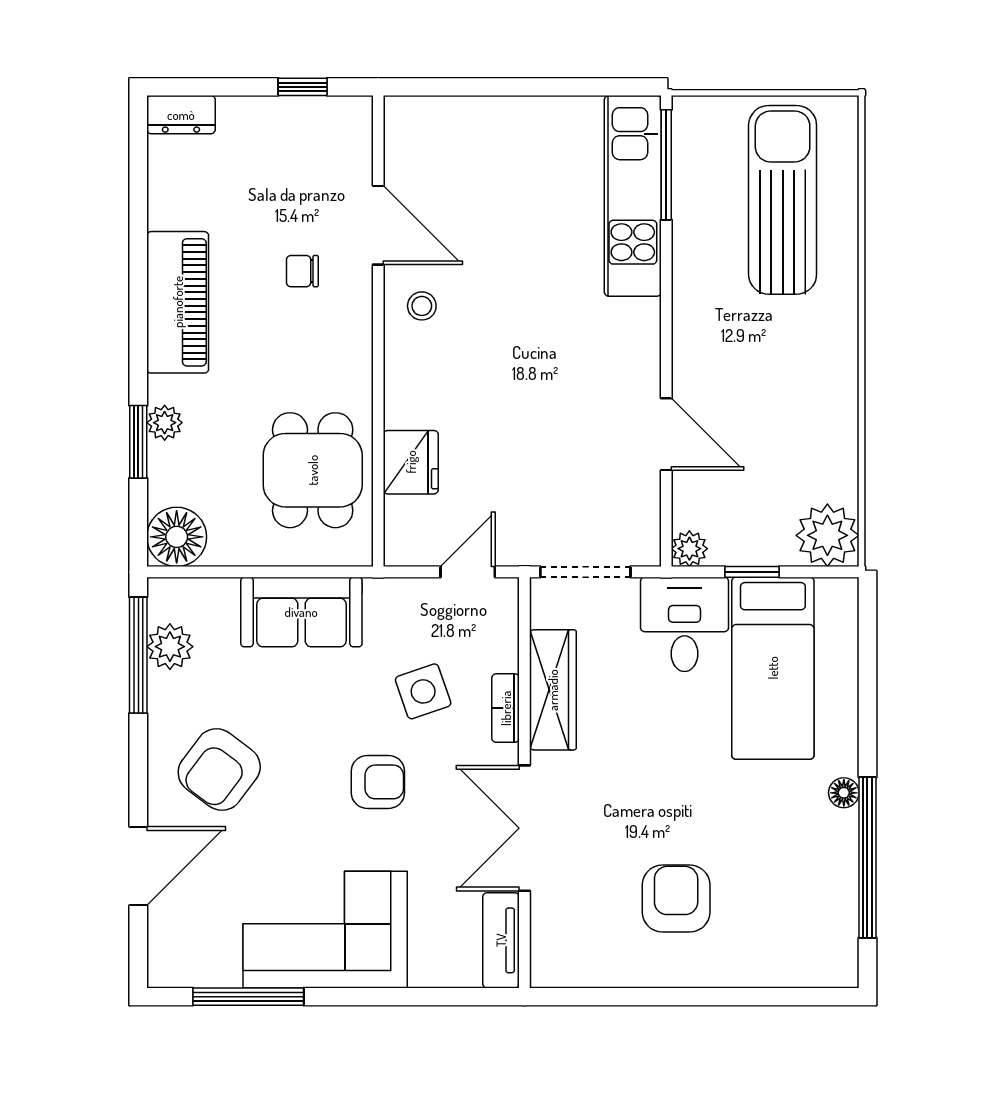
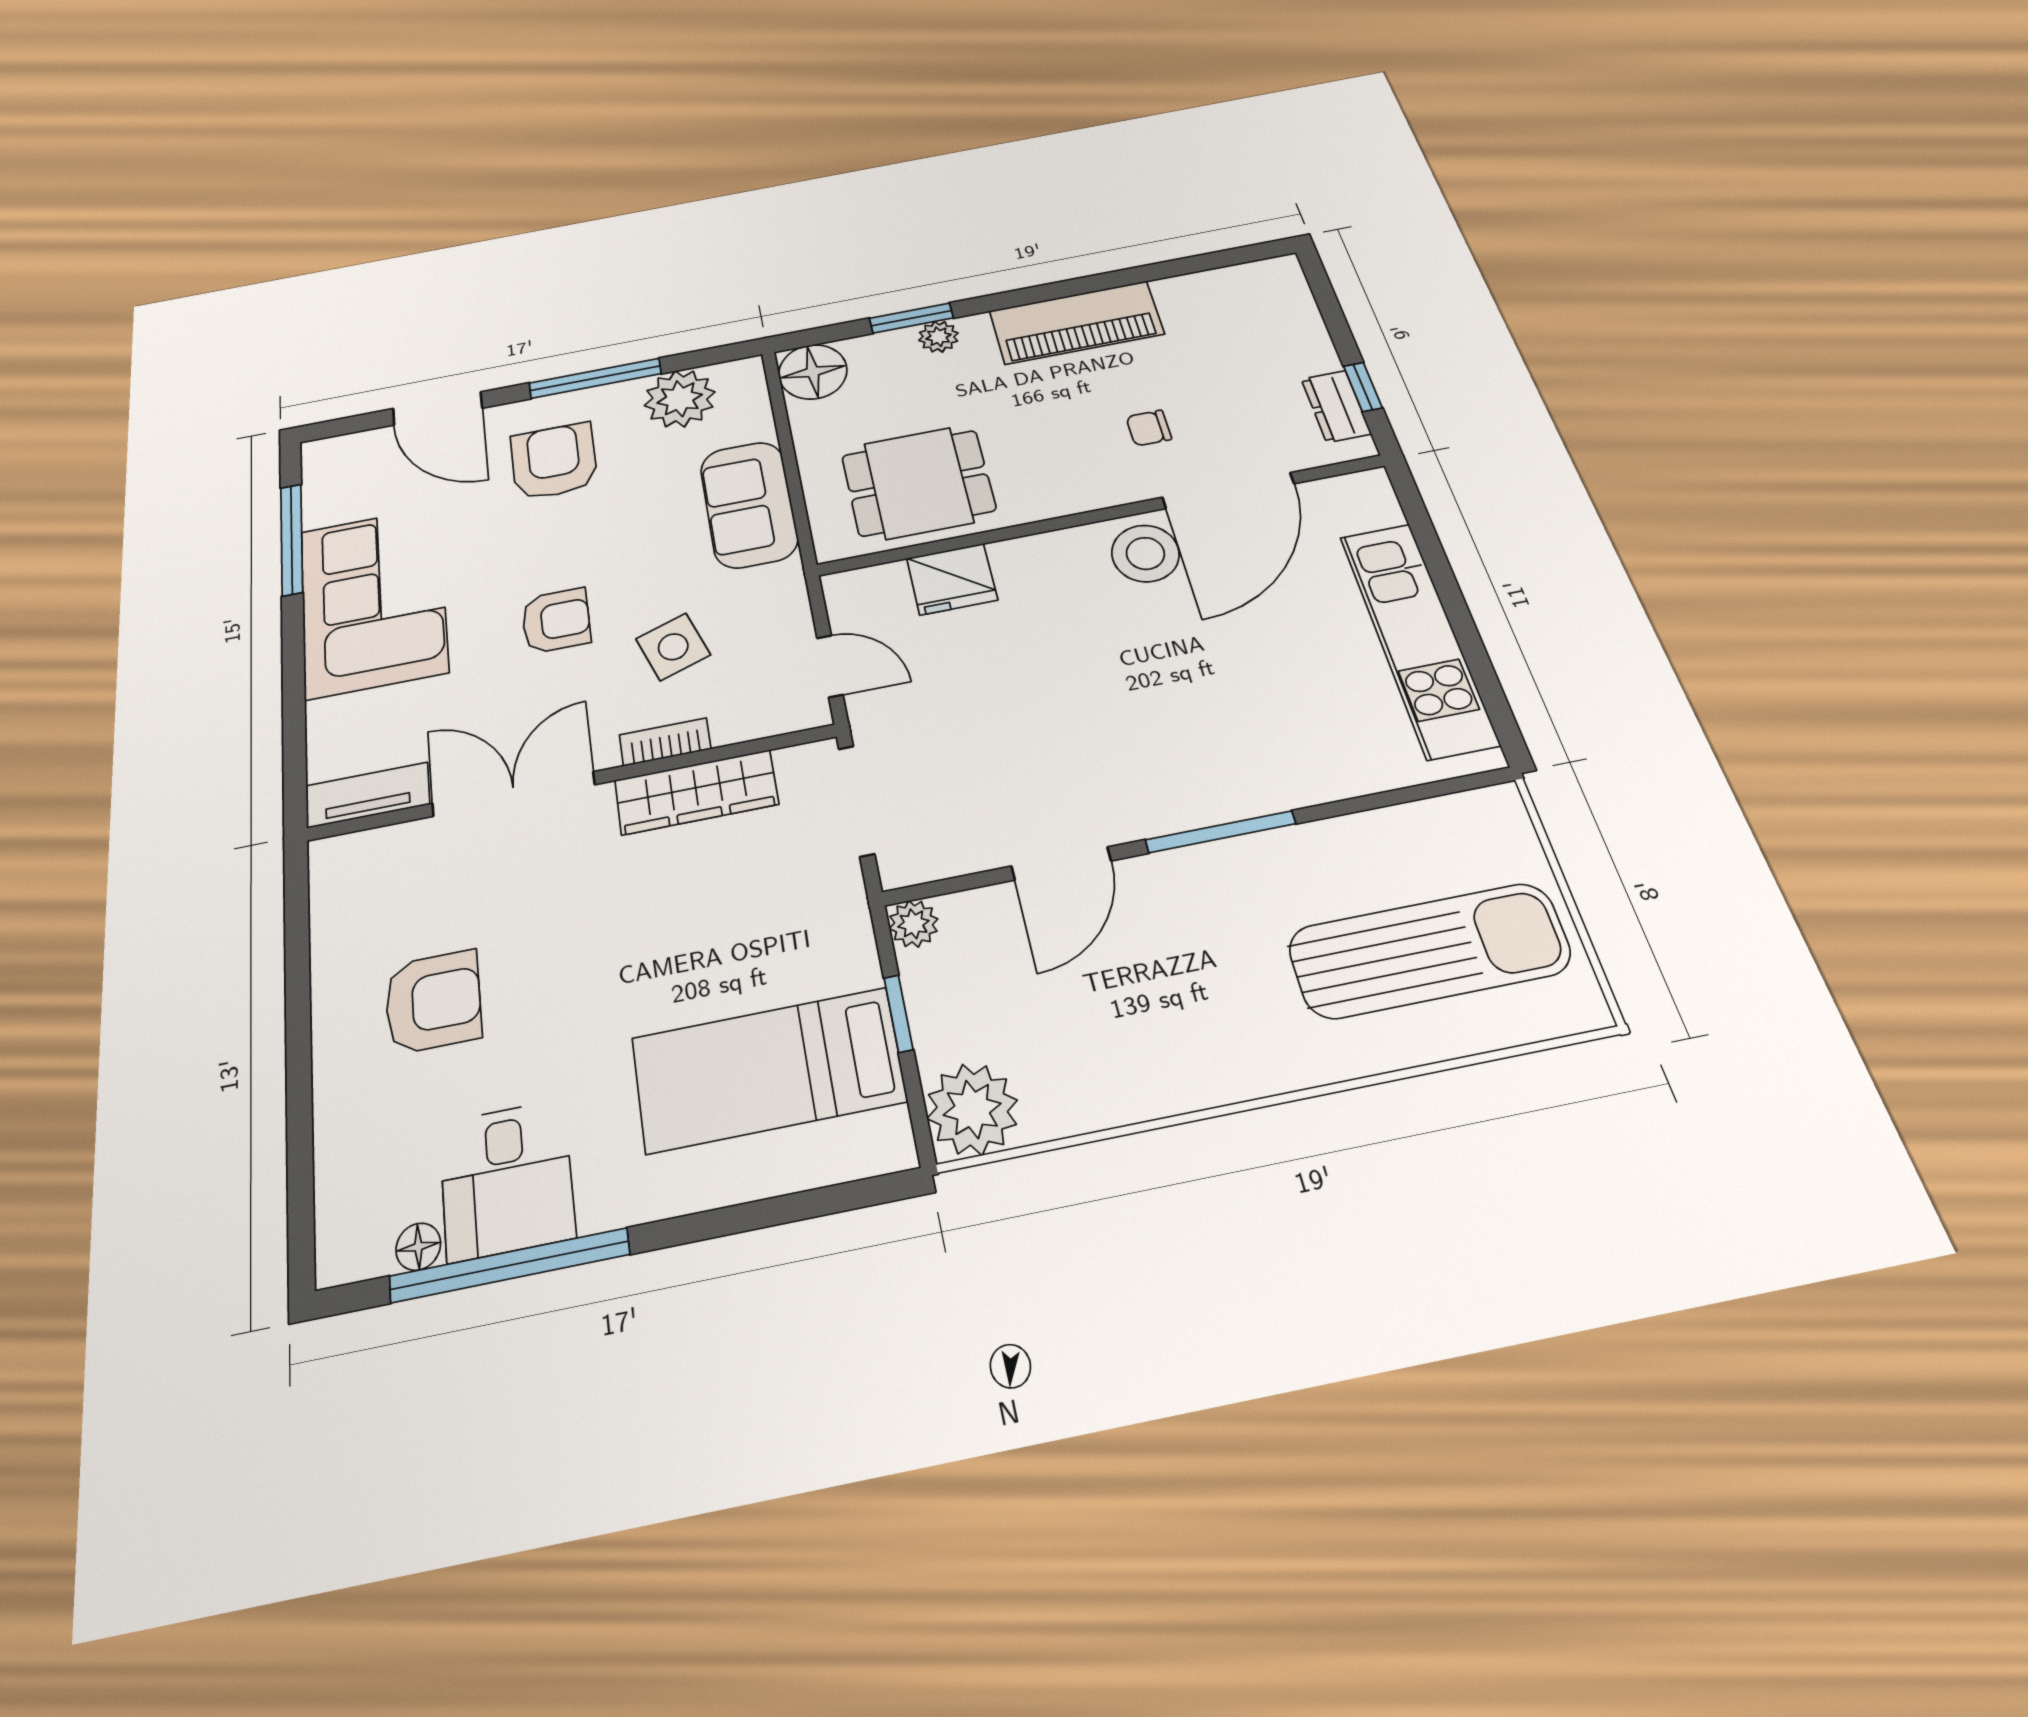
dresser: (181, 115) -> (1336, 406), moved
window: (666, 165) -> (1220, 832), moved
kitchen unit: (633, 196) -> (1418, 638), moved, turned -90
door: (378, 225) -> (1228, 491), width x1.36
chair: (302, 271) -> (1149, 428), turned -90
stool: (422, 306) -> (1145, 553), width x1.89, depth x1.89
desk: (684, 624) -> (507, 1180), moved, turned 90
plant: (170, 647) -> (680, 399), width x1.36, depth x1.36
window: (138, 655) -> (595, 378), moved
armchair: (219, 770) -> (554, 461), turned 53
armchair: (378, 782) -> (556, 621), turned -90
floor lamp: (844, 793) -> (418, 1247), moved

